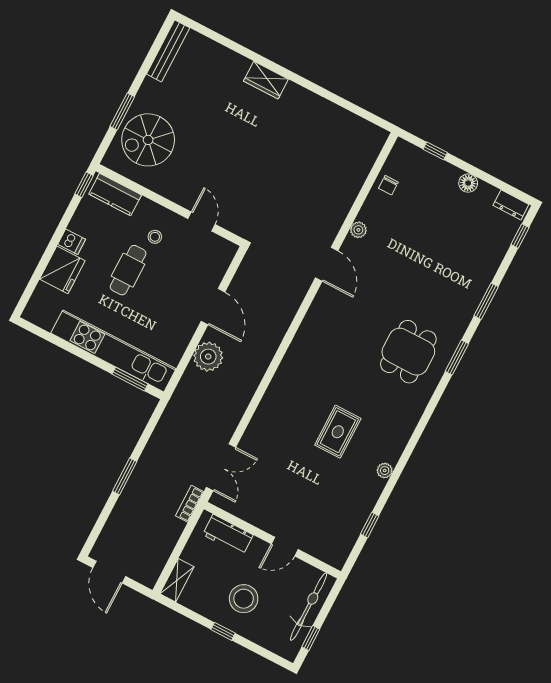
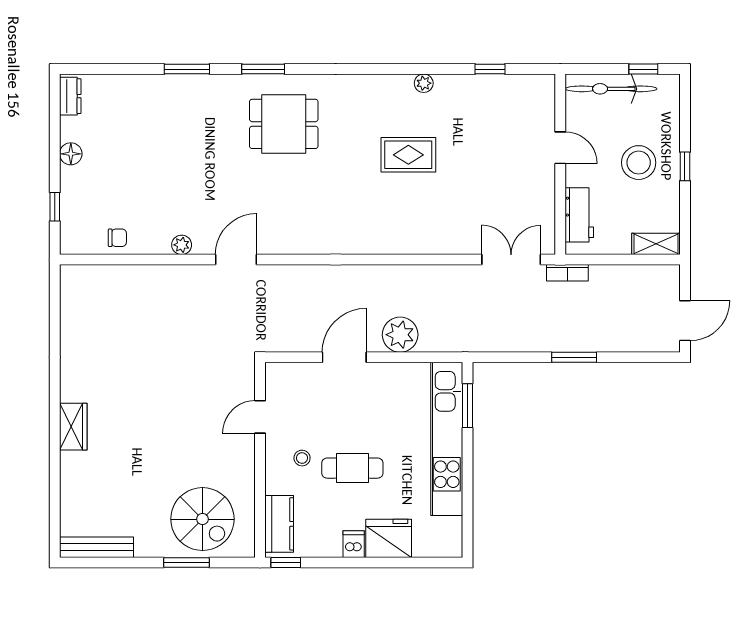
window: (520, 236) -> (99, 69), removed

